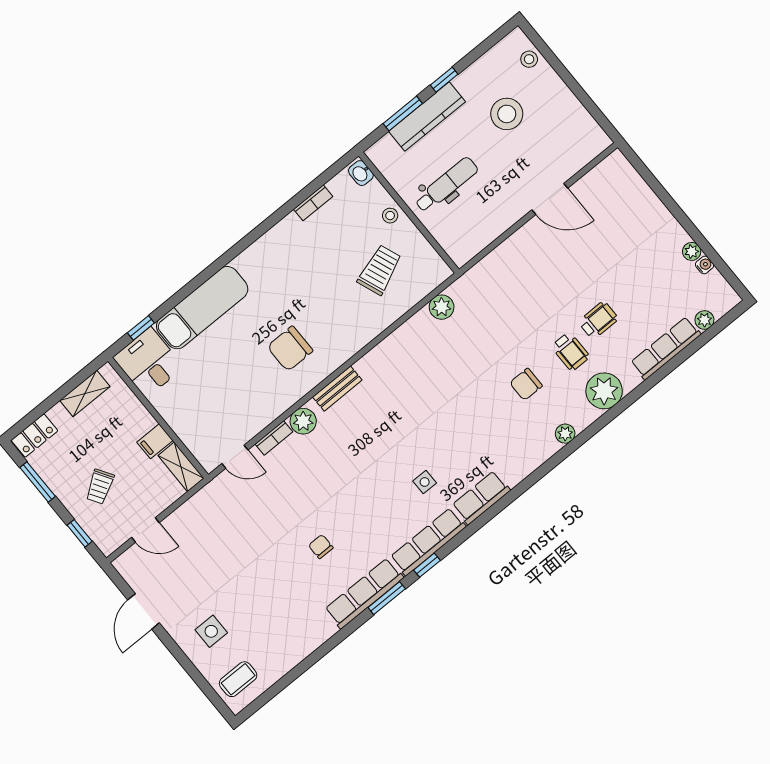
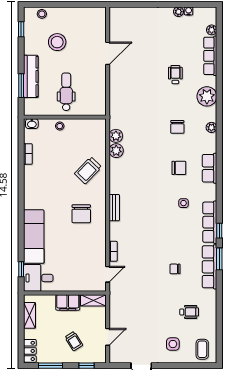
window: (444, 80) -> (21, 29), moved
trolley: (380, 270) -> (88, 170), moved, turned -115
wheelchair: (570, 351) -> (189, 312), moved
plant: (303, 421) -> (116, 151), moved
chair: (469, 434) -> (179, 168), added
filing cabinet: (155, 441) -> (68, 302), width x2.00
row of seats: (481, 498) -> (210, 168), moved

